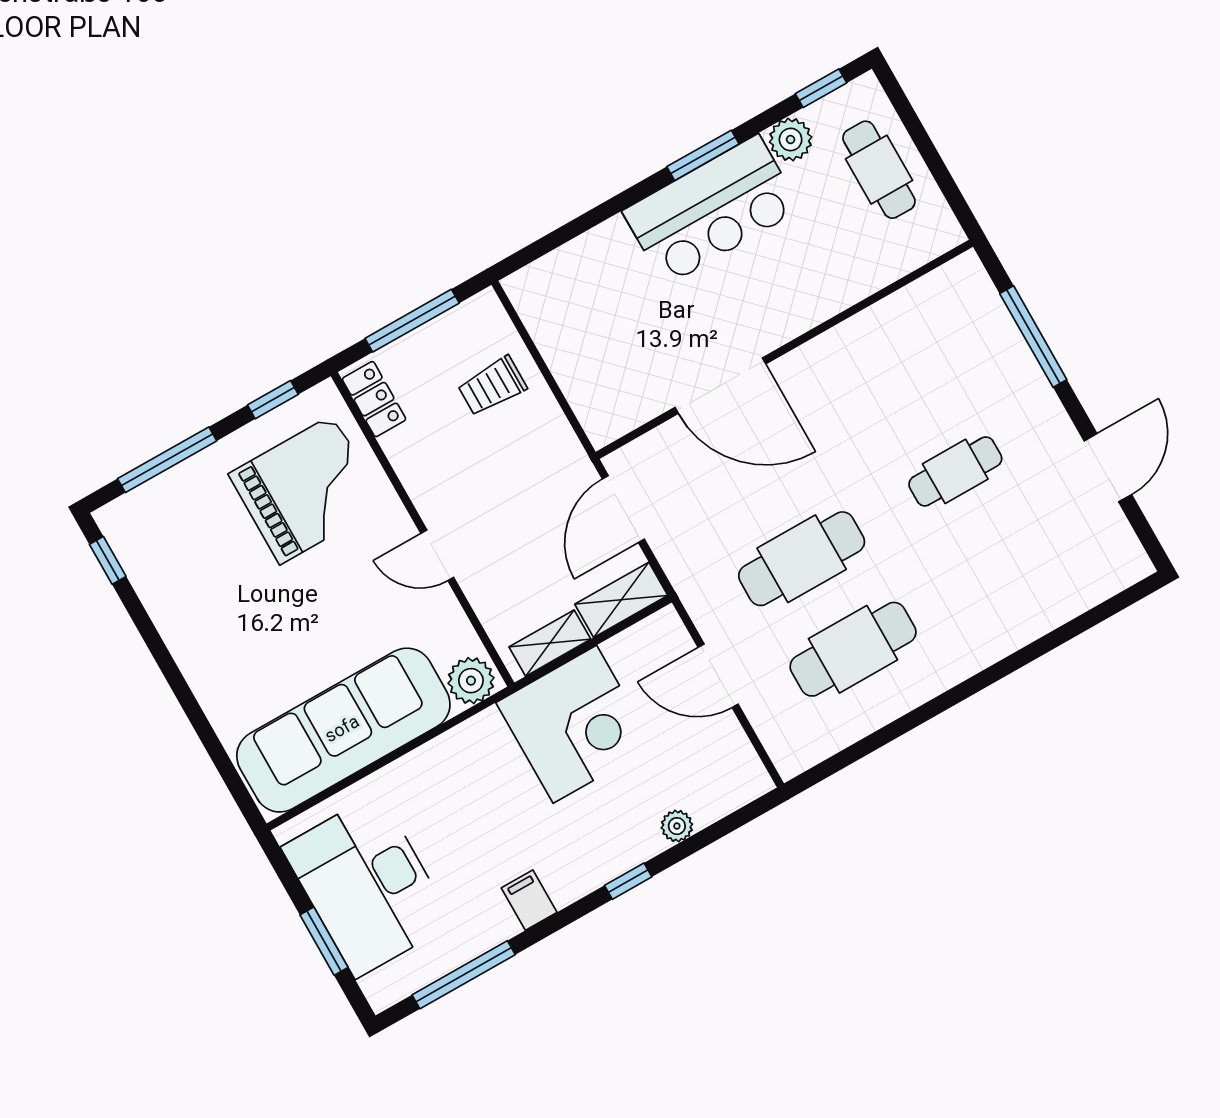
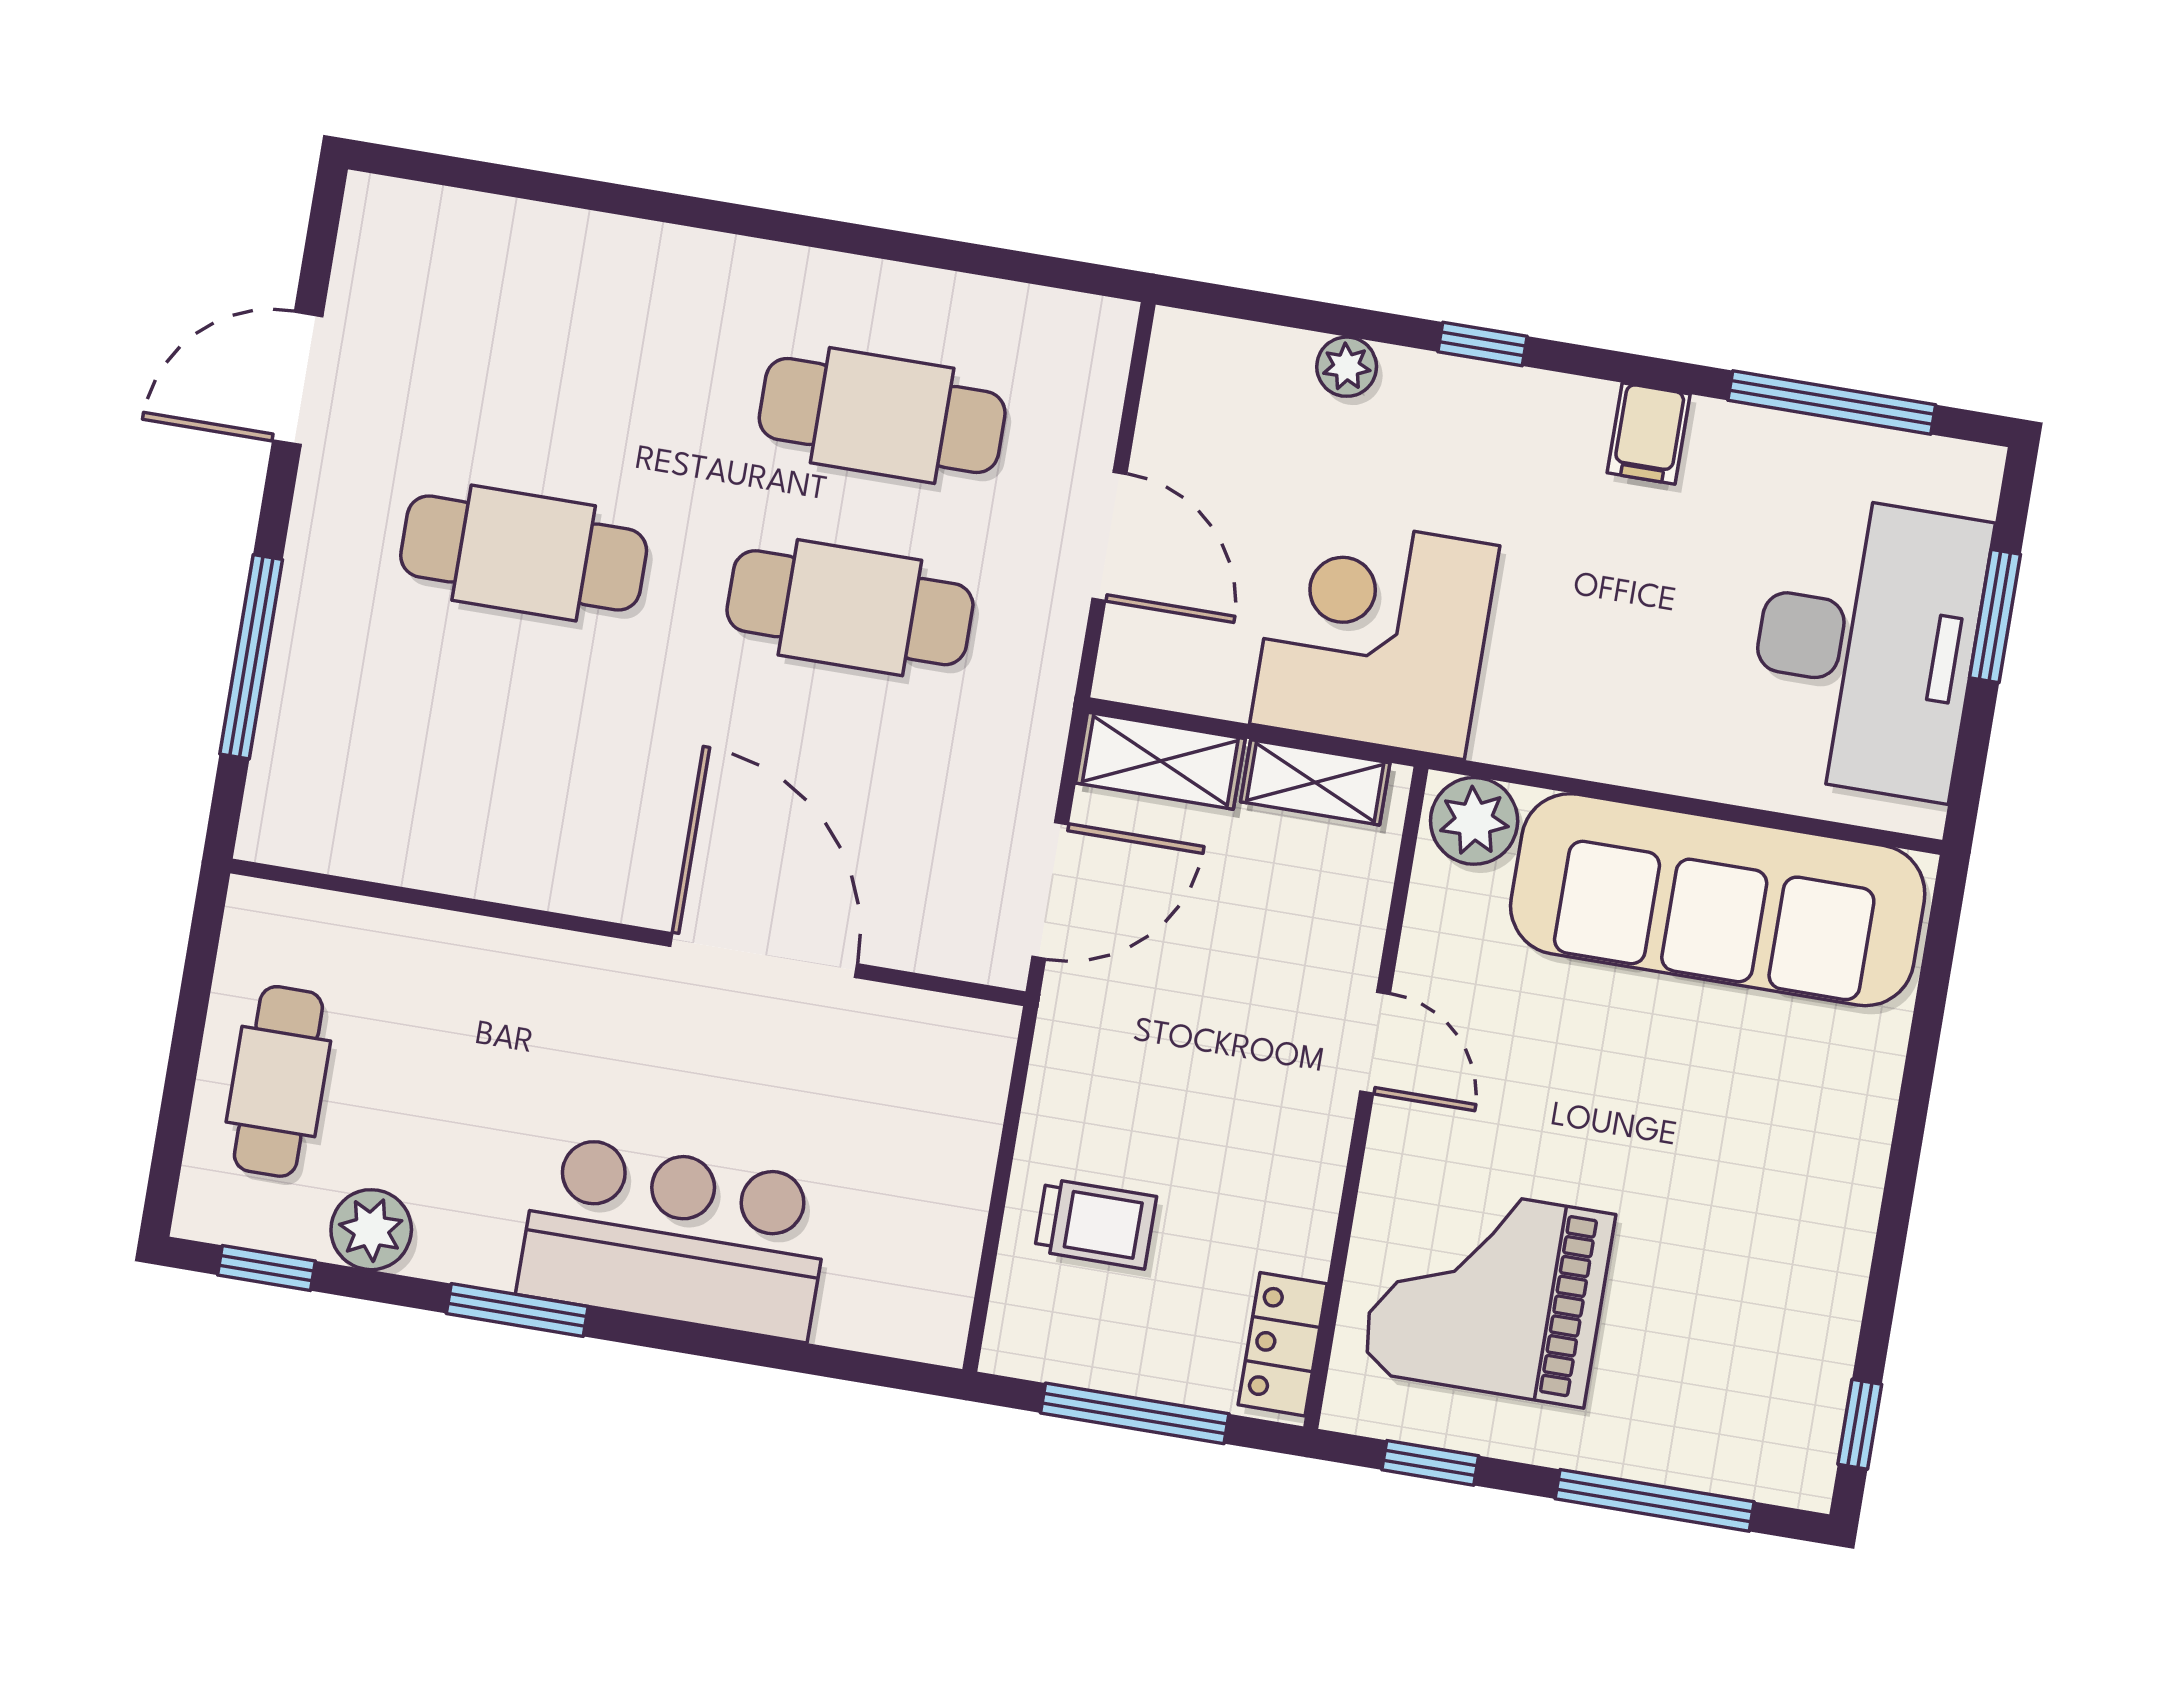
bar counter: (712, 210) -> (675, 1238), moved
cafe table: (955, 471) -> (524, 553), width x1.37, depth x1.35

